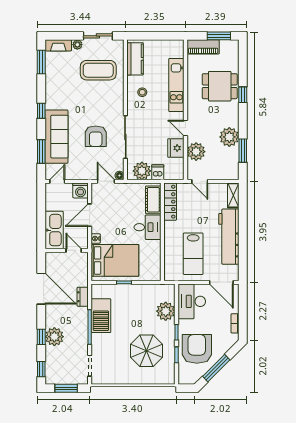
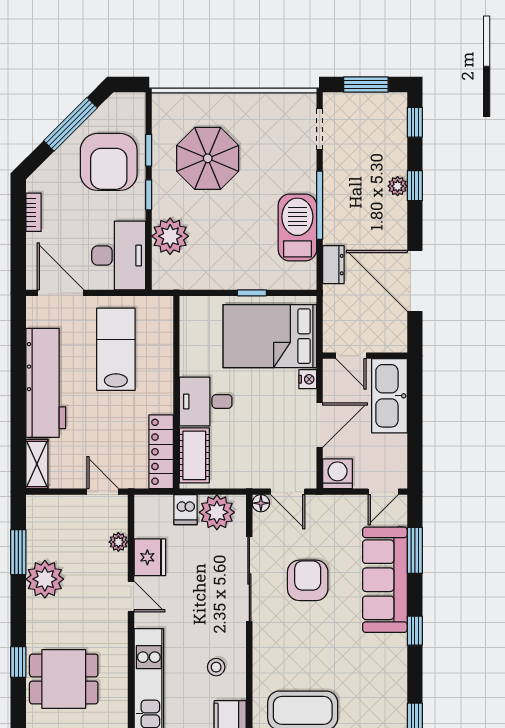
plant: (196, 152) -> (118, 542), width x0.53, depth x0.53
plant: (54, 337) -> (398, 186), width x0.53, depth x0.53

